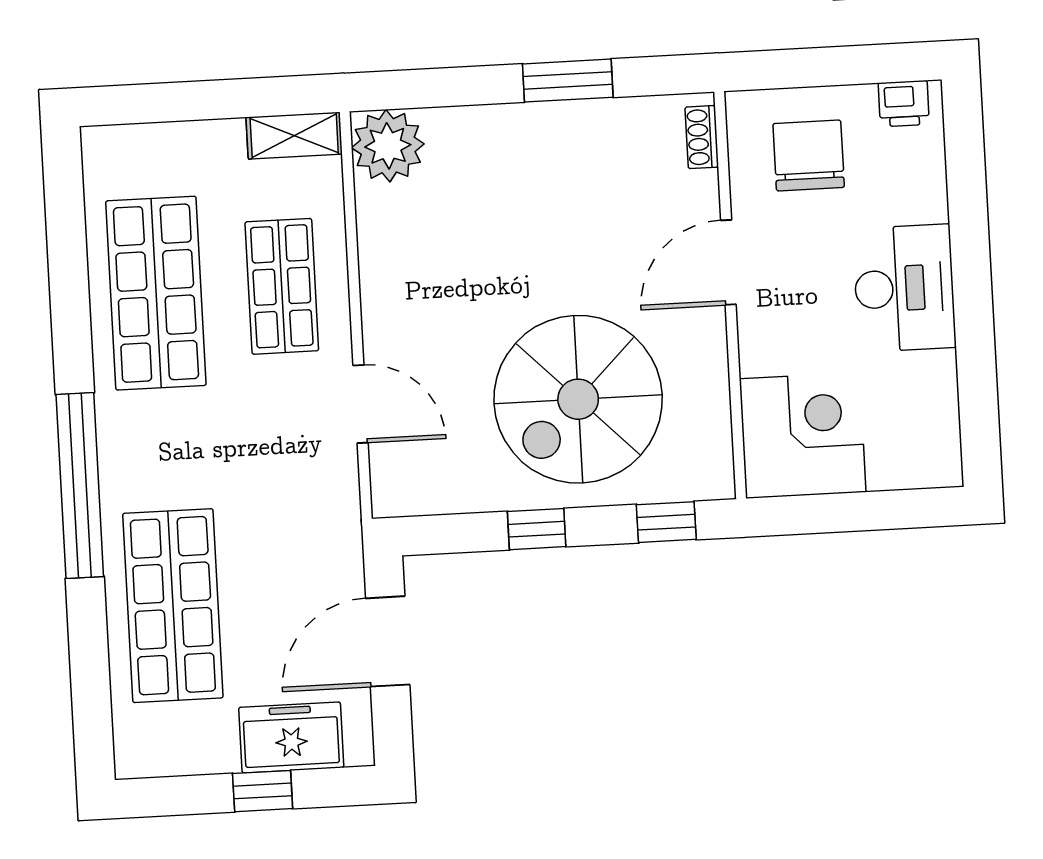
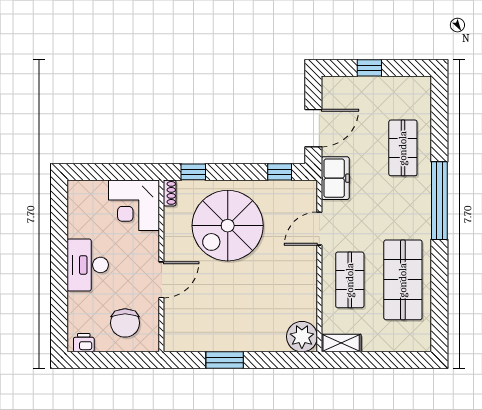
shoe rack: (702, 137) -> (170, 193), moved
spiral stairs: (578, 399) -> (228, 226), turned 180
door: (361, 404) -> (319, 229), hinge flipped
window: (537, 529) -> (280, 172), moved
shop shelf: (173, 606) -> (403, 148), width x0.70, depth x0.74
freezer: (291, 737) -> (335, 178), moved, turned -90

